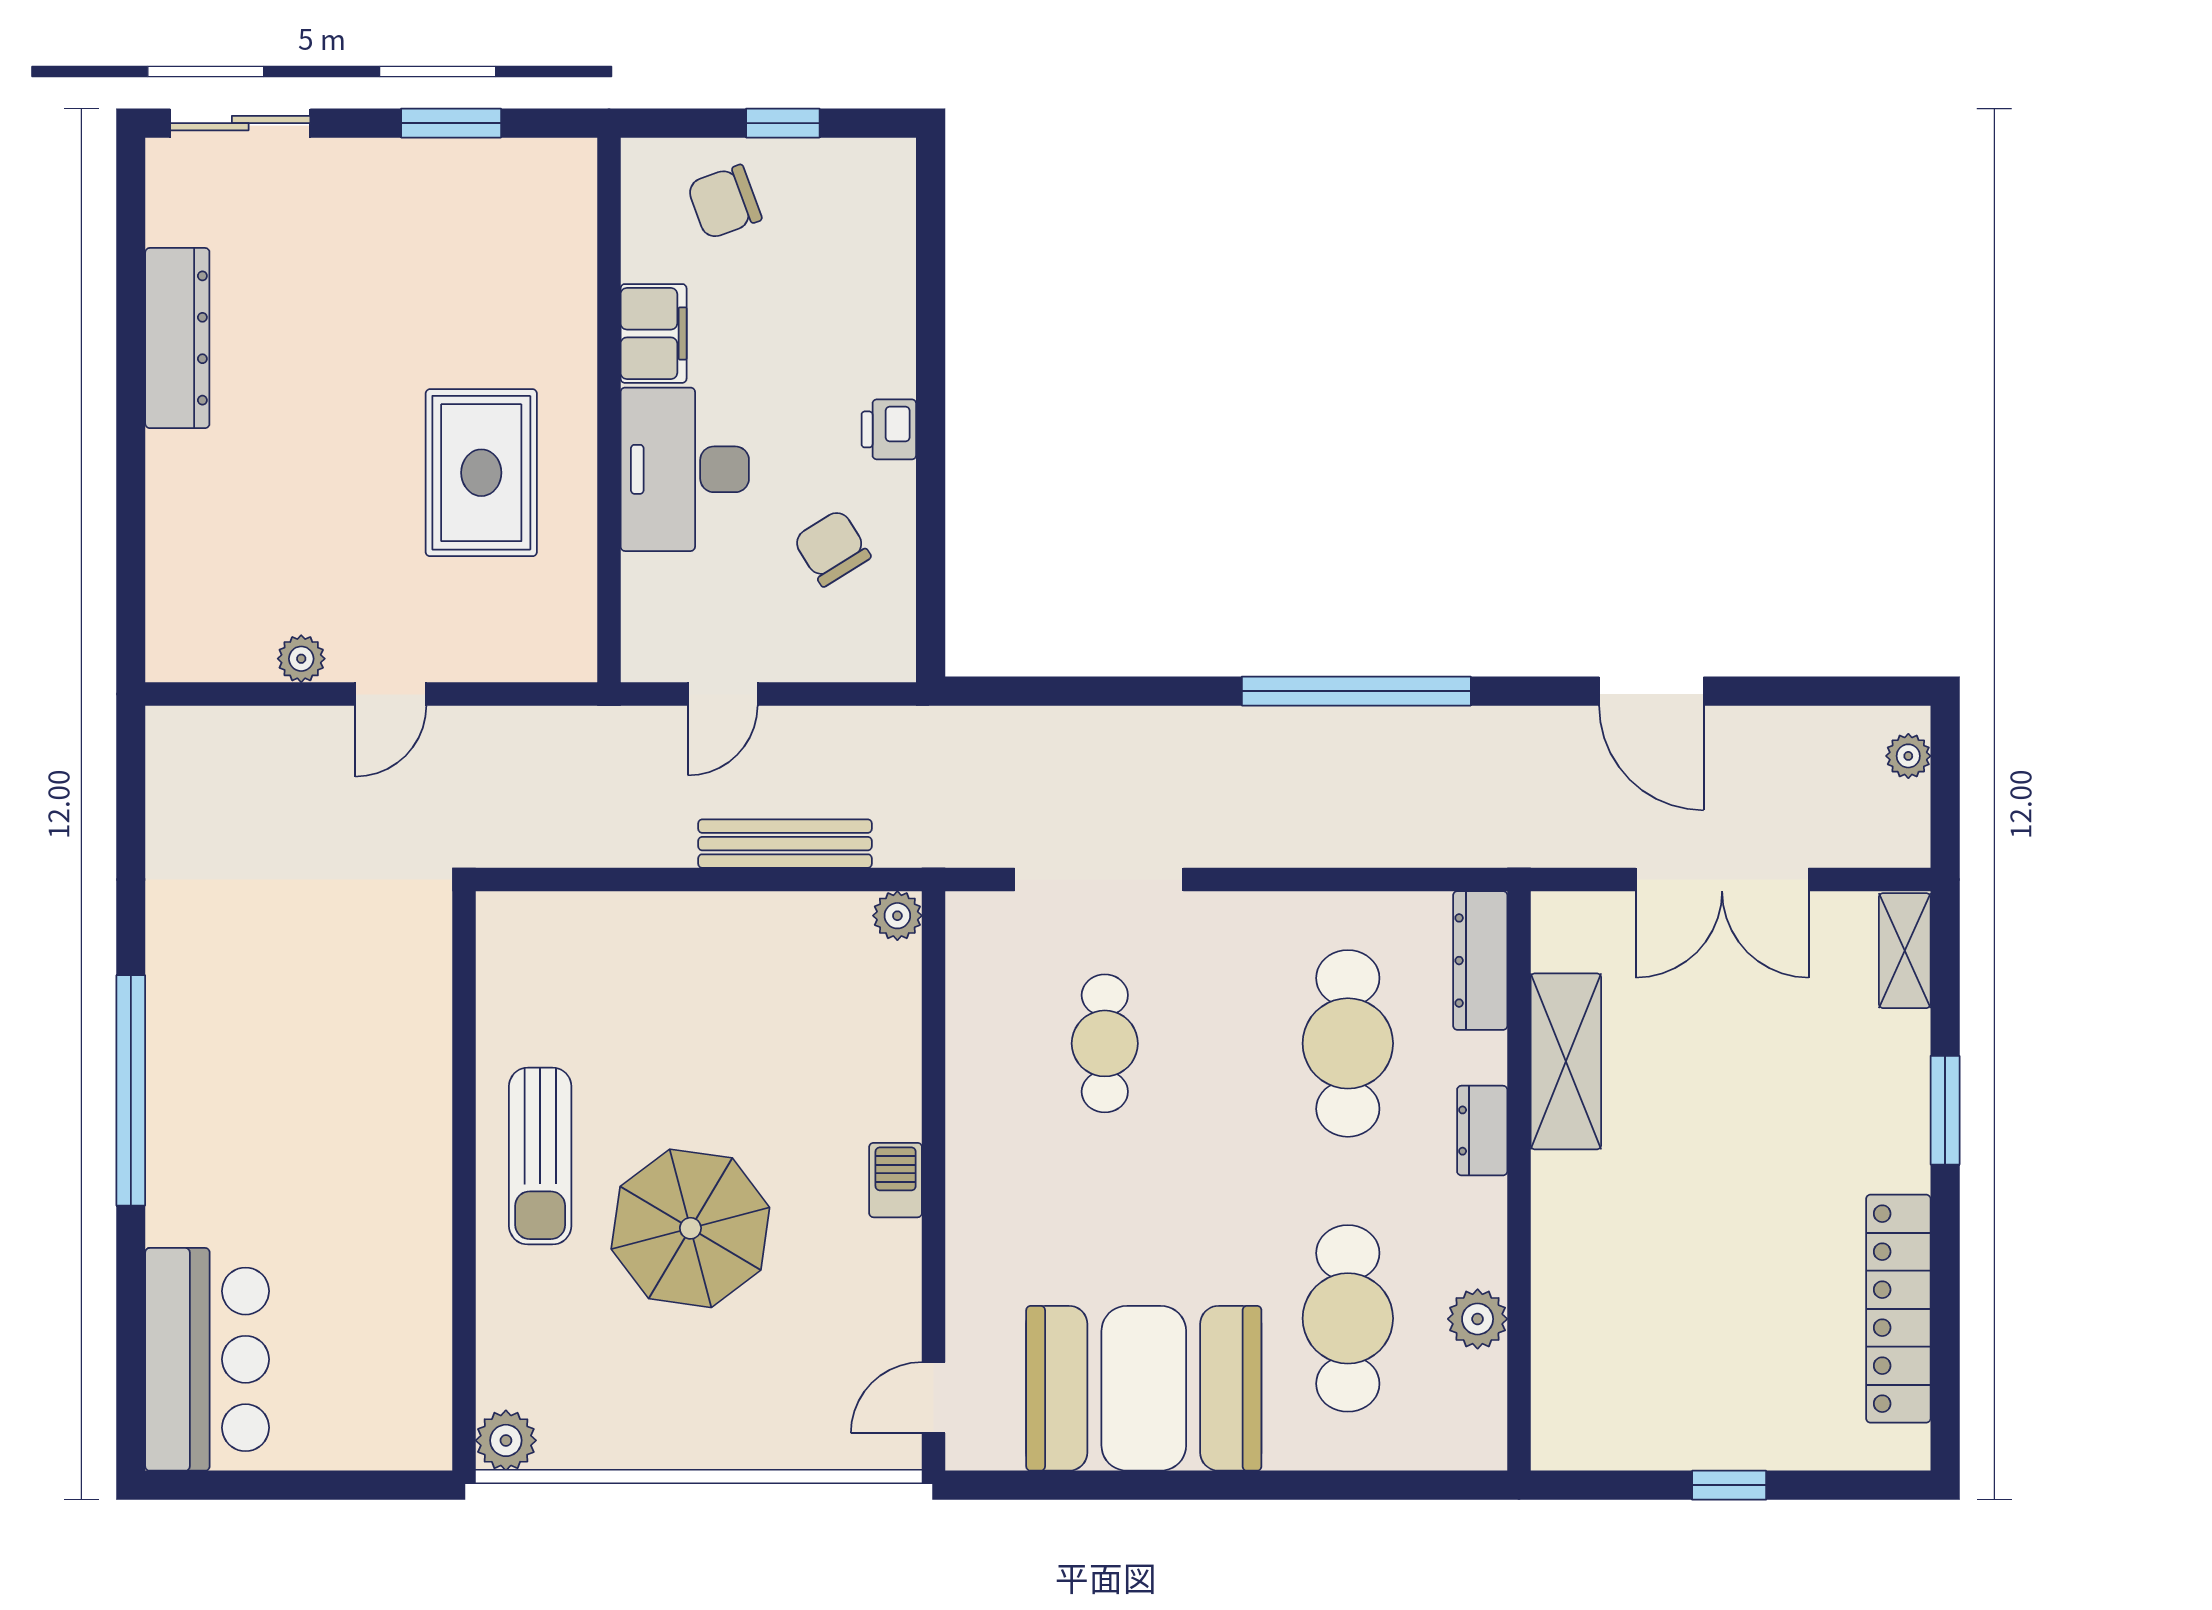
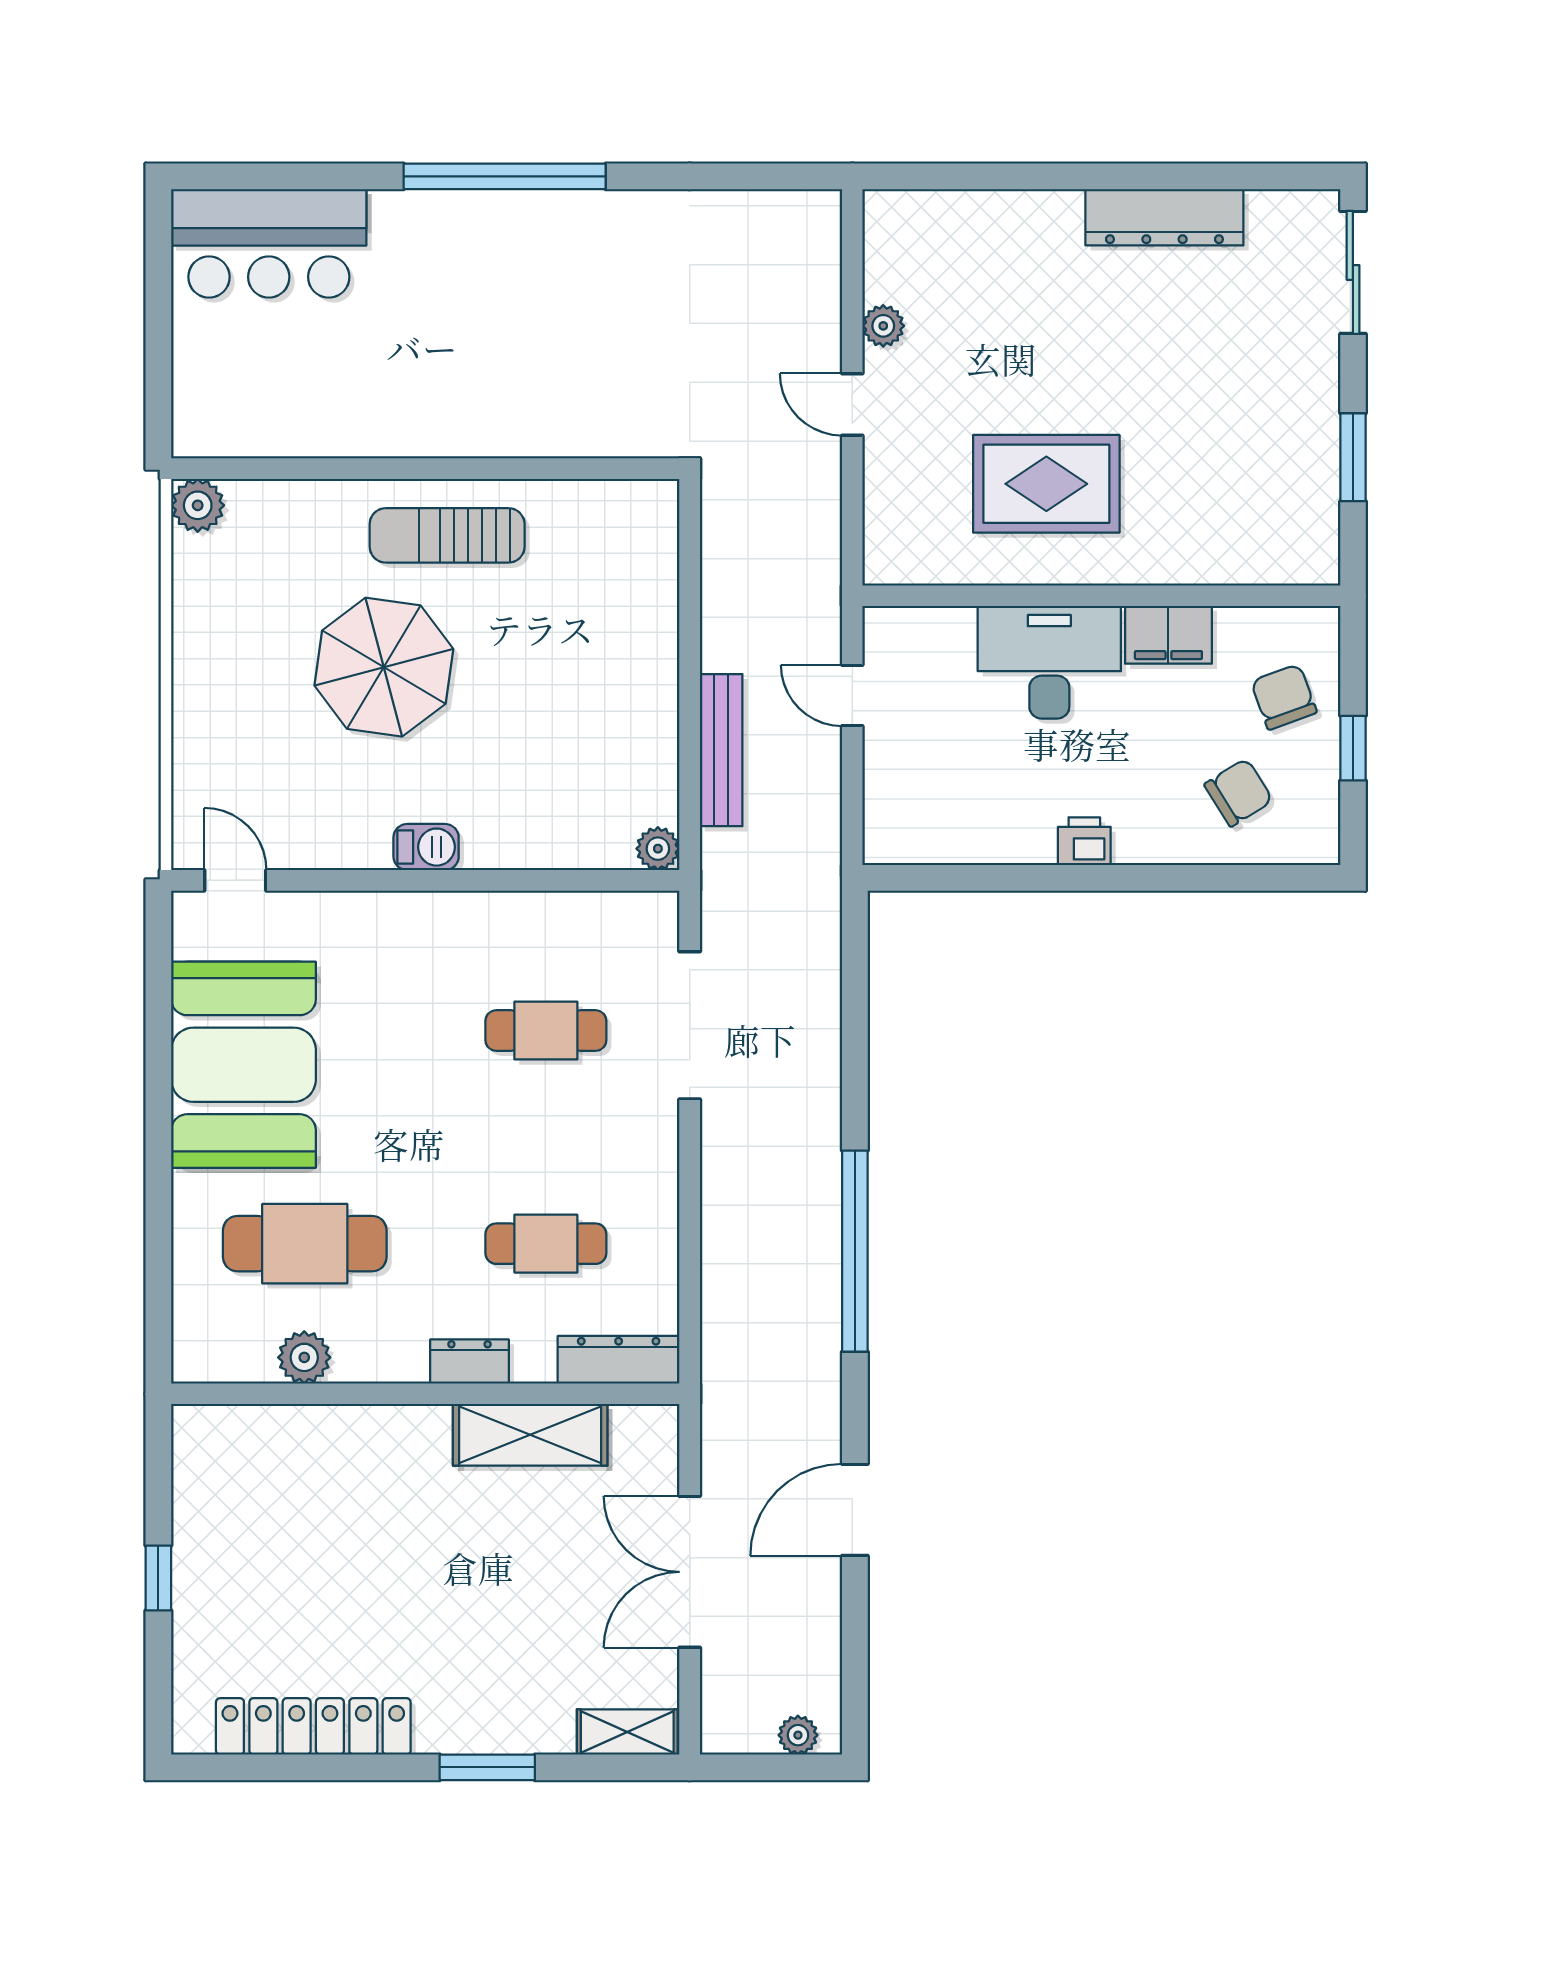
chair: (832, 548) -> (1239, 792), moved
cafe table: (1348, 1043) -> (546, 1244), width x0.73, depth x0.74

